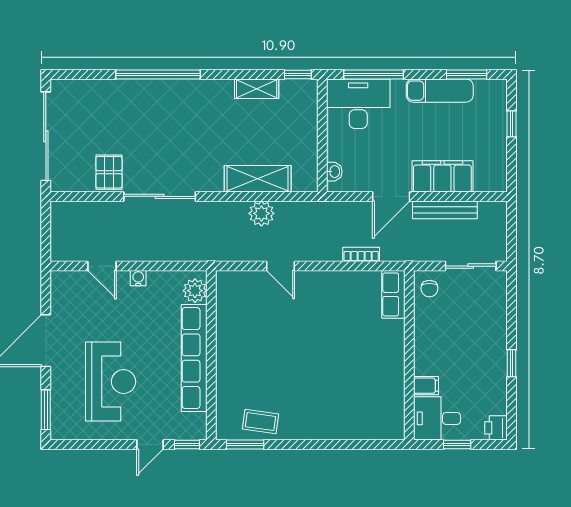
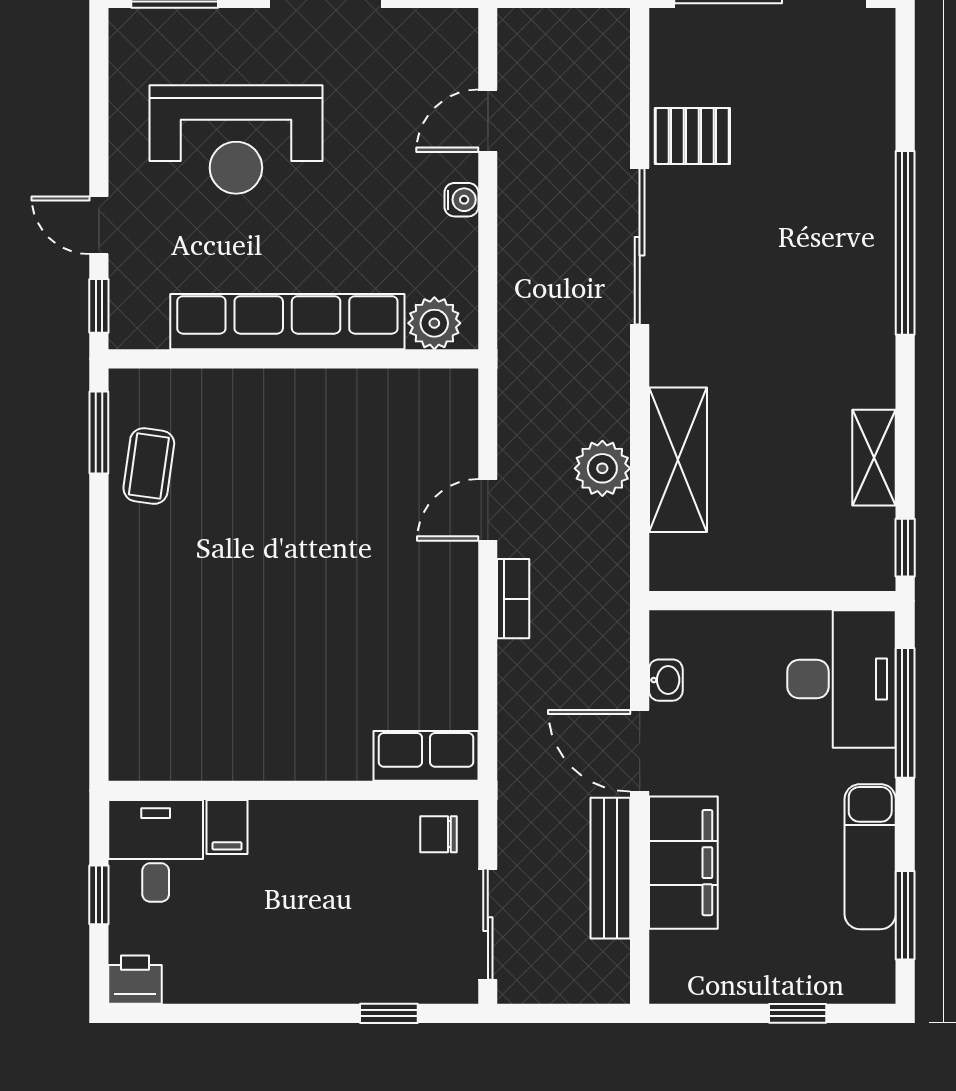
washbasin: (334, 172) -> (666, 680), moved, turned -90
bookcase: (361, 254) -> (513, 599), moved
window: (512, 363) -> (389, 1013), moved

